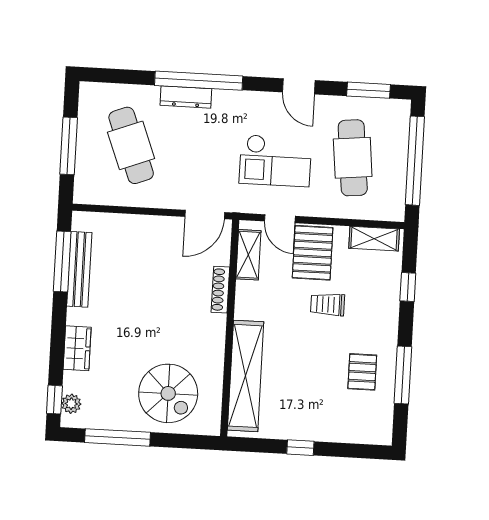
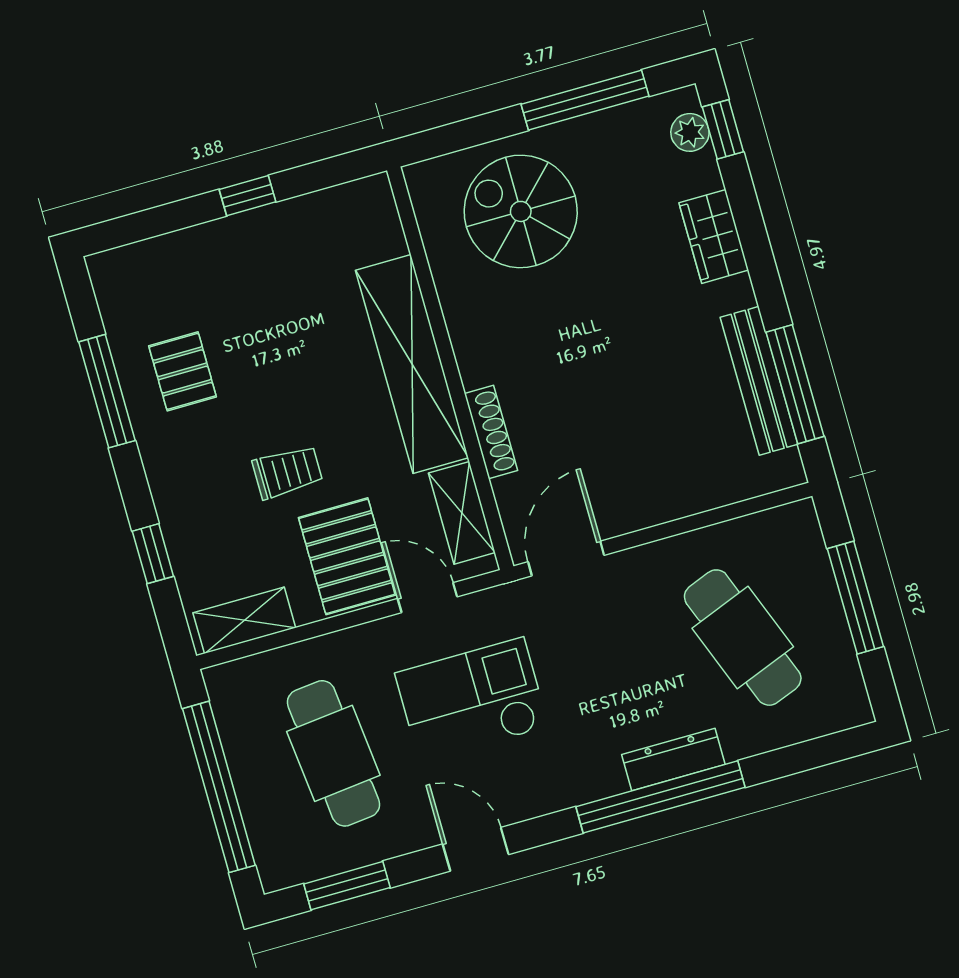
shelving: (246, 376) -> (412, 364), moved

